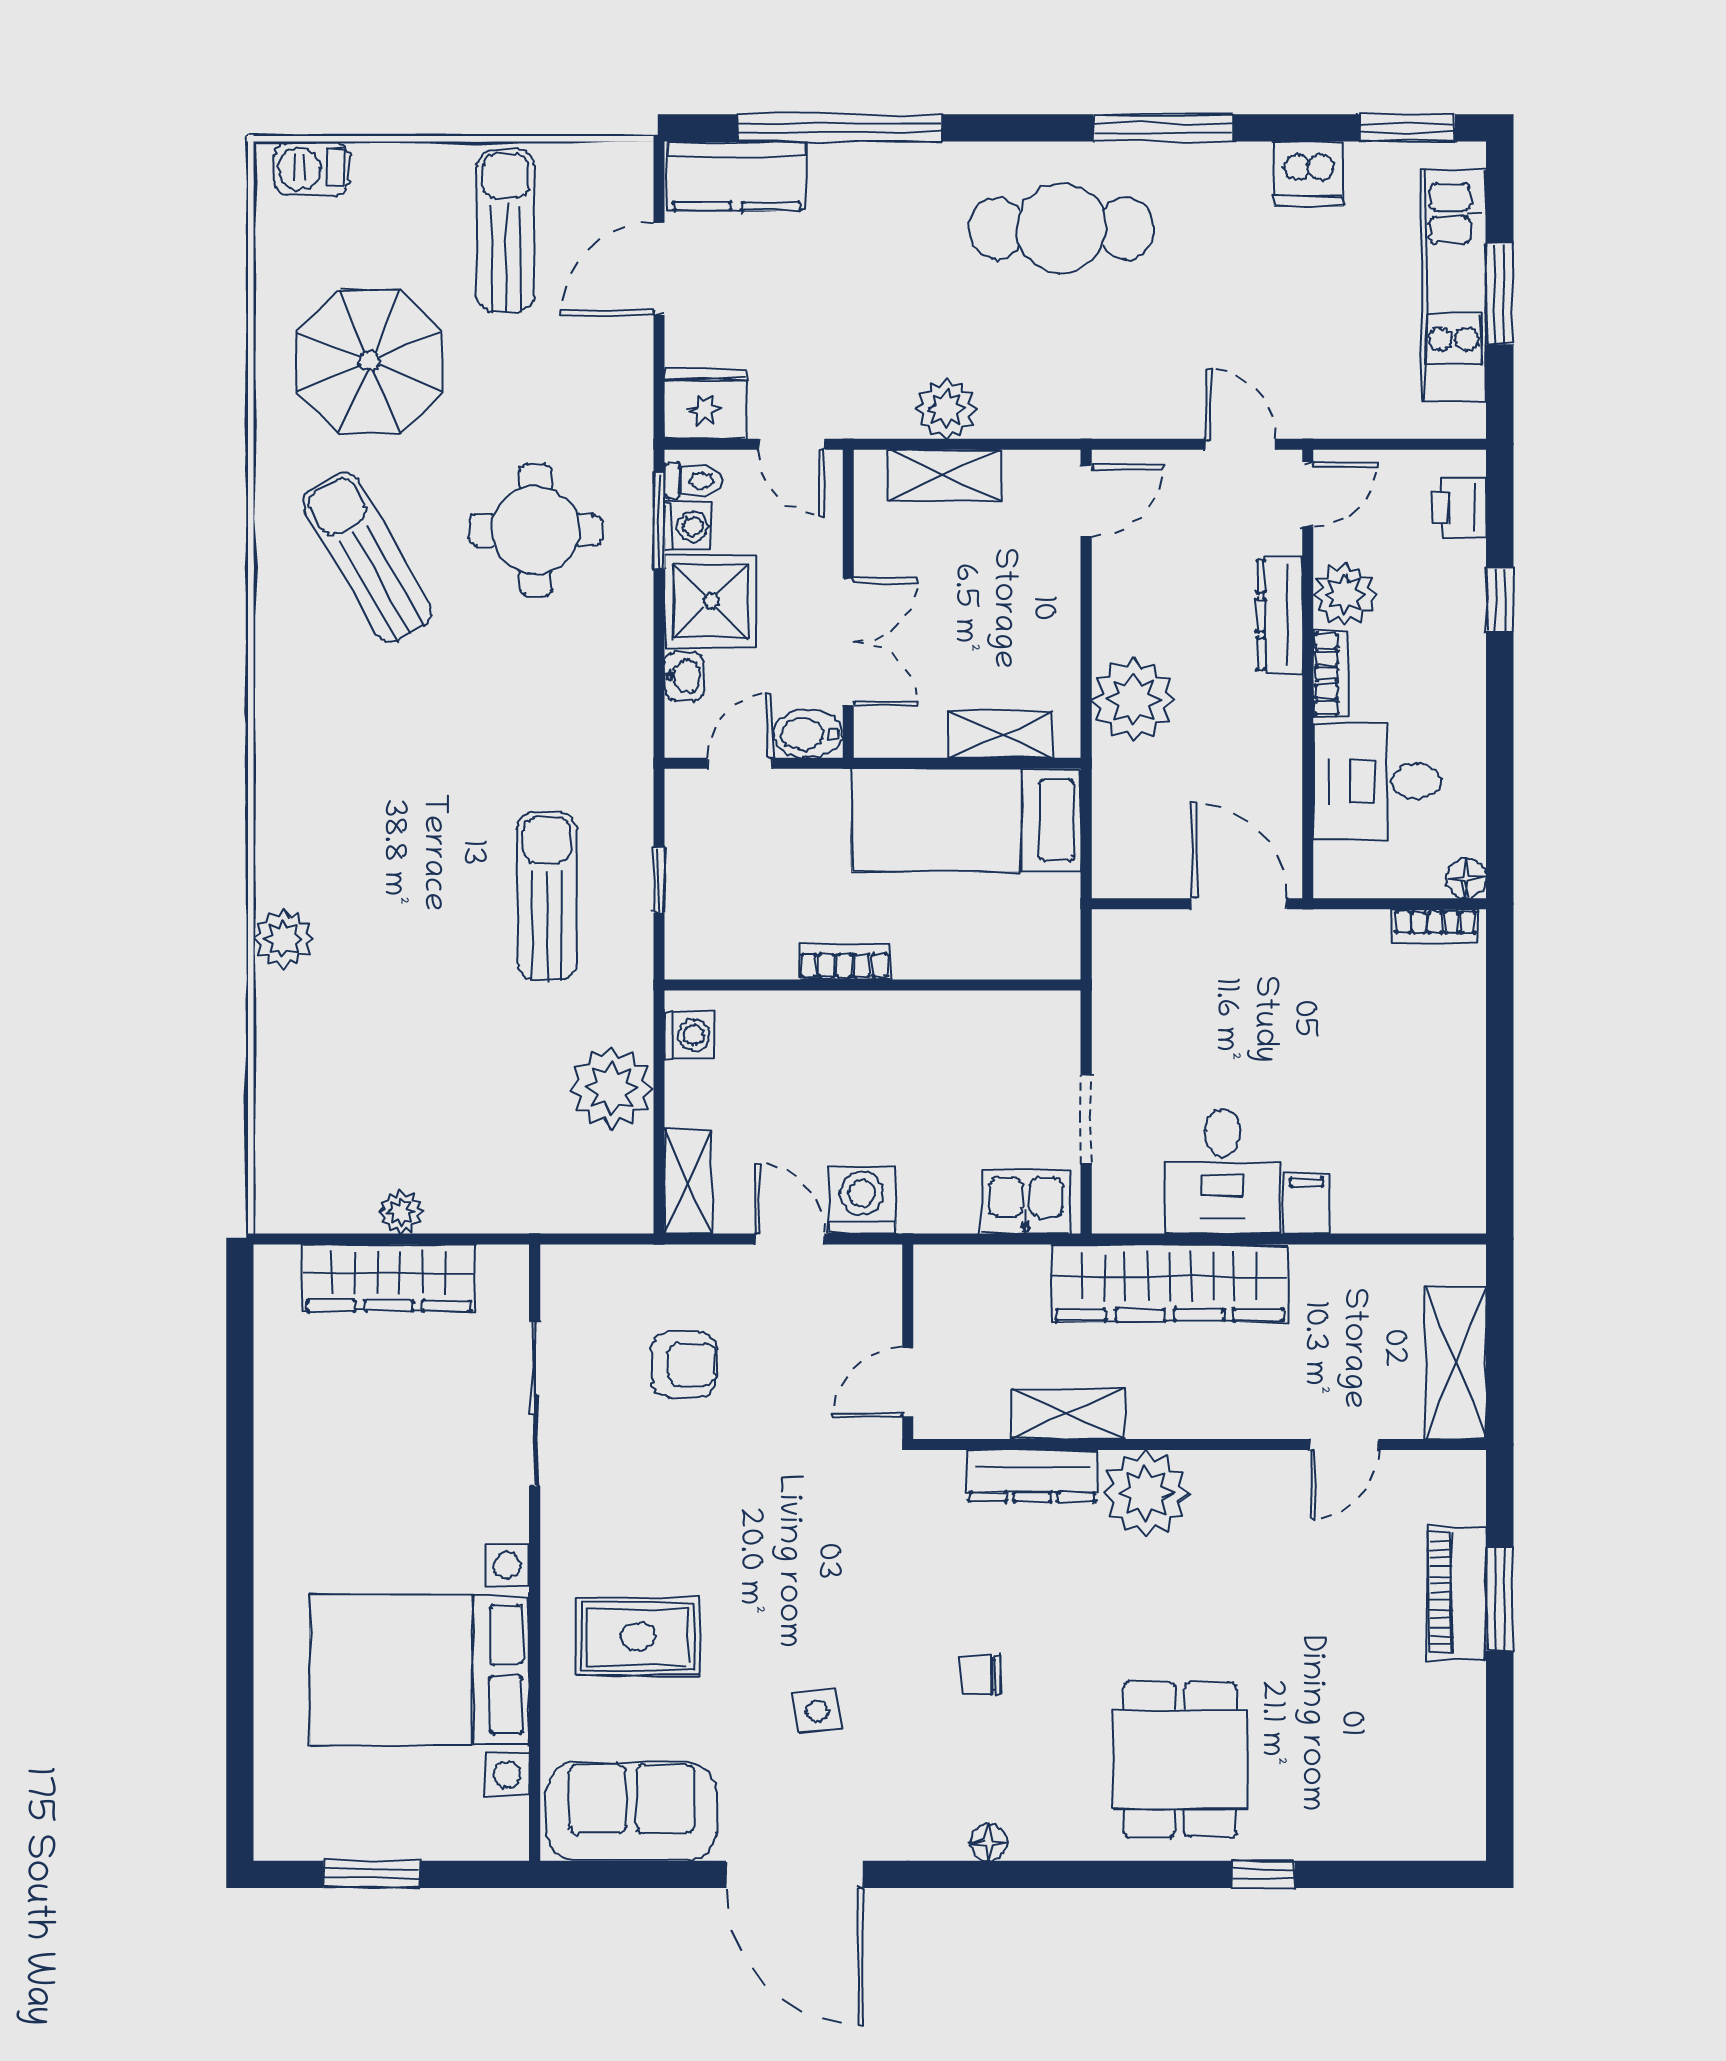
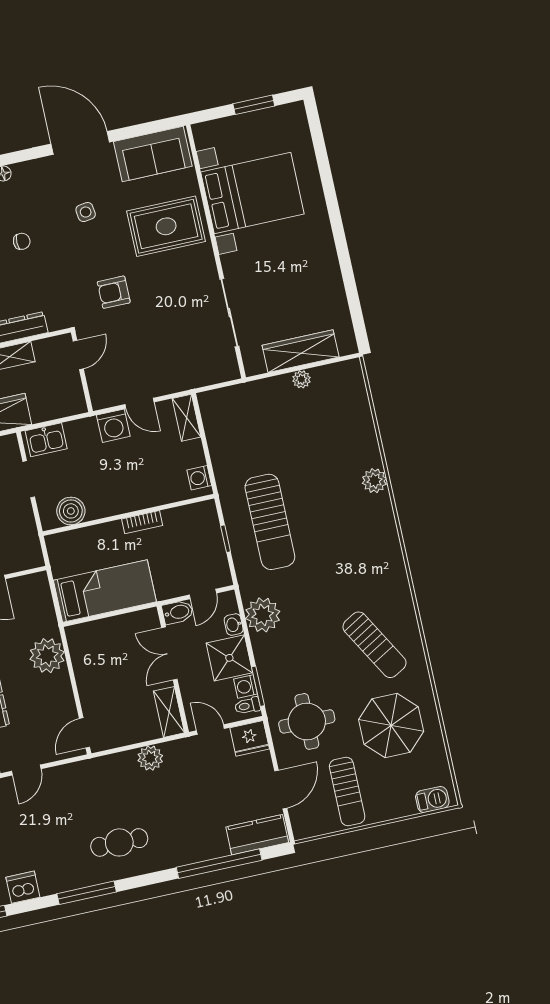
cafe table: (1061, 228) -> (119, 842), width x0.73, depth x0.74
door: (1240, 444) -> (26, 770), hinge flipped
shelving: (944, 475) -> (169, 712), moved, turned 90
round table: (535, 530) -> (307, 721), moved
shelving: (1001, 734) -> (98, 629), removed
sun lounger: (547, 896) -> (270, 522), width x1.36, depth x1.34
boiler: (1004, 1024) -> (71, 511), added
plant: (612, 1088) -> (263, 615), moved
armchair: (684, 1365) -> (114, 292), moved
rug: (638, 1637) -> (166, 226), width x1.36, depth x1.43

